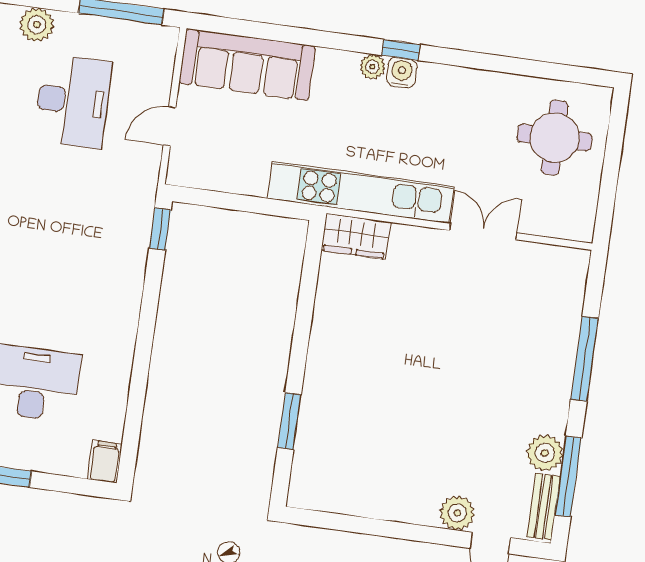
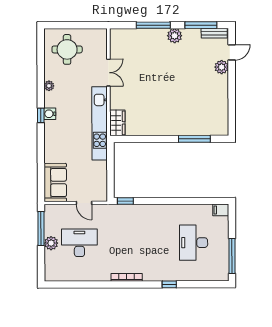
plant: (37, 25) -> (51, 243), moved
sofa: (247, 65) -> (55, 183), width x0.73
plant: (373, 67) -> (49, 86), moved
double door: (483, 232) -> (108, 73), swing flipped
window: (289, 421) -> (194, 139), width x1.44
plant: (545, 453) -> (175, 36), moved

